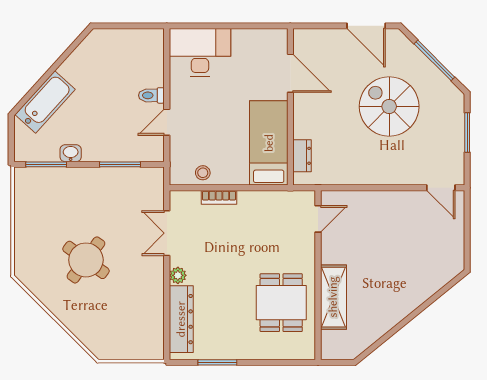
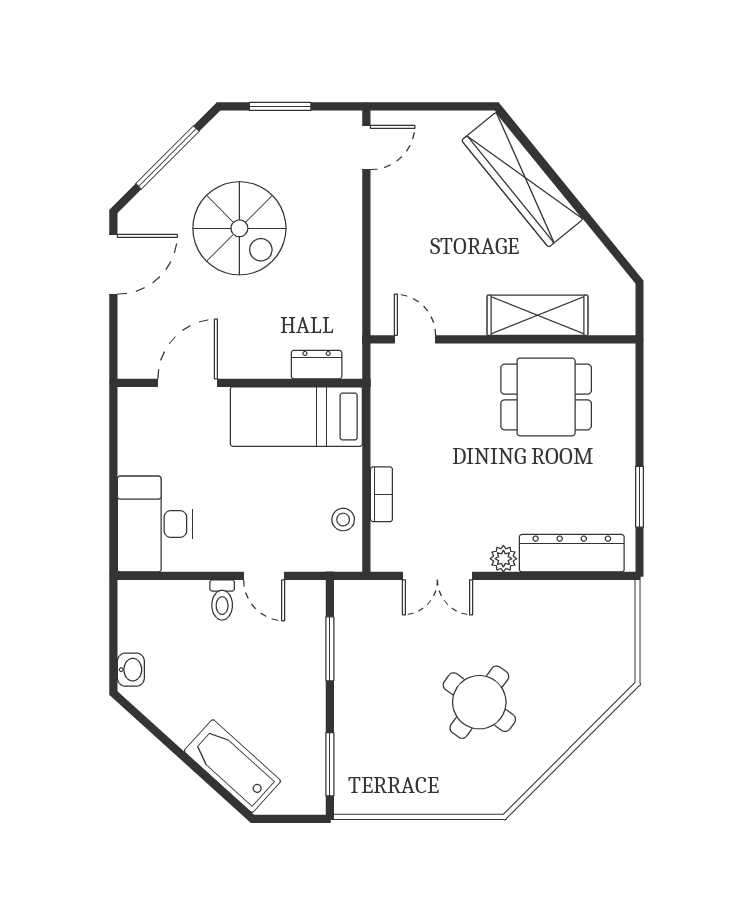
spiral stairs: (389, 106) -> (239, 228), turned -90
washbasin: (71, 153) -> (131, 670), moved, turned 180
wardrobe: (420, 287) -> (522, 180), added

